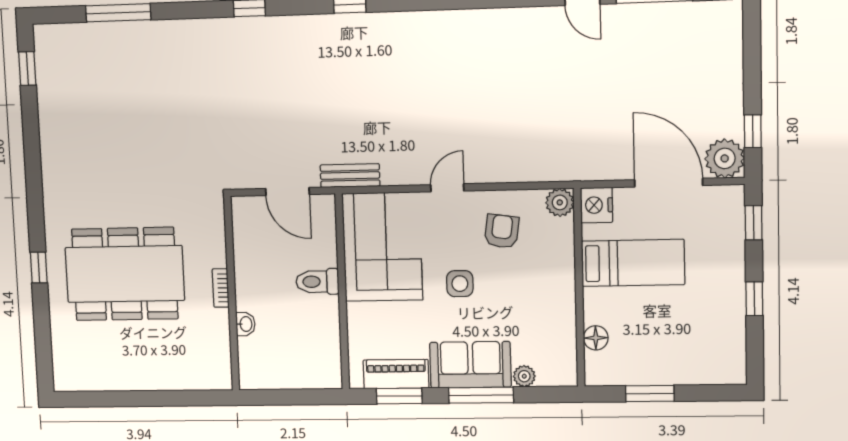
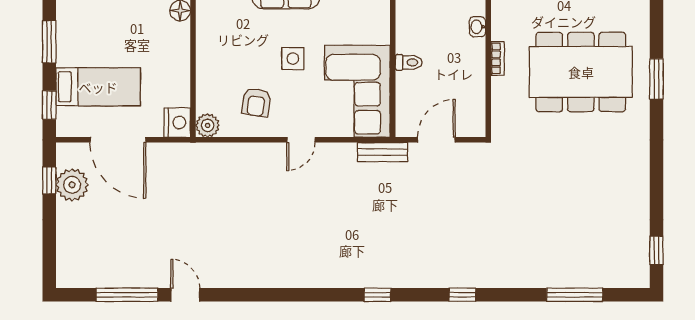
plant: (725, 158) -> (72, 185), moved
door: (288, 192) -> (436, 140), hinge flipped
bed: (633, 263) -> (98, 87), moved, turned 180
window: (39, 268) -> (657, 79), width x1.50
toilet: (317, 282) -> (409, 62), width x0.73, depth x0.72
window: (754, 299) -> (49, 42), width x1.50

